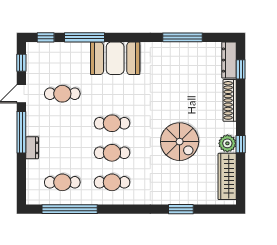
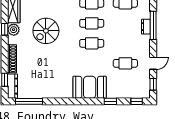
window: (85, 37) -> (110, 101), width x0.46
window: (182, 37) -> (29, 101), moved
window: (21, 132) -> (153, 25), moved
spiral stairs: (180, 142) -> (46, 31), turned -90

